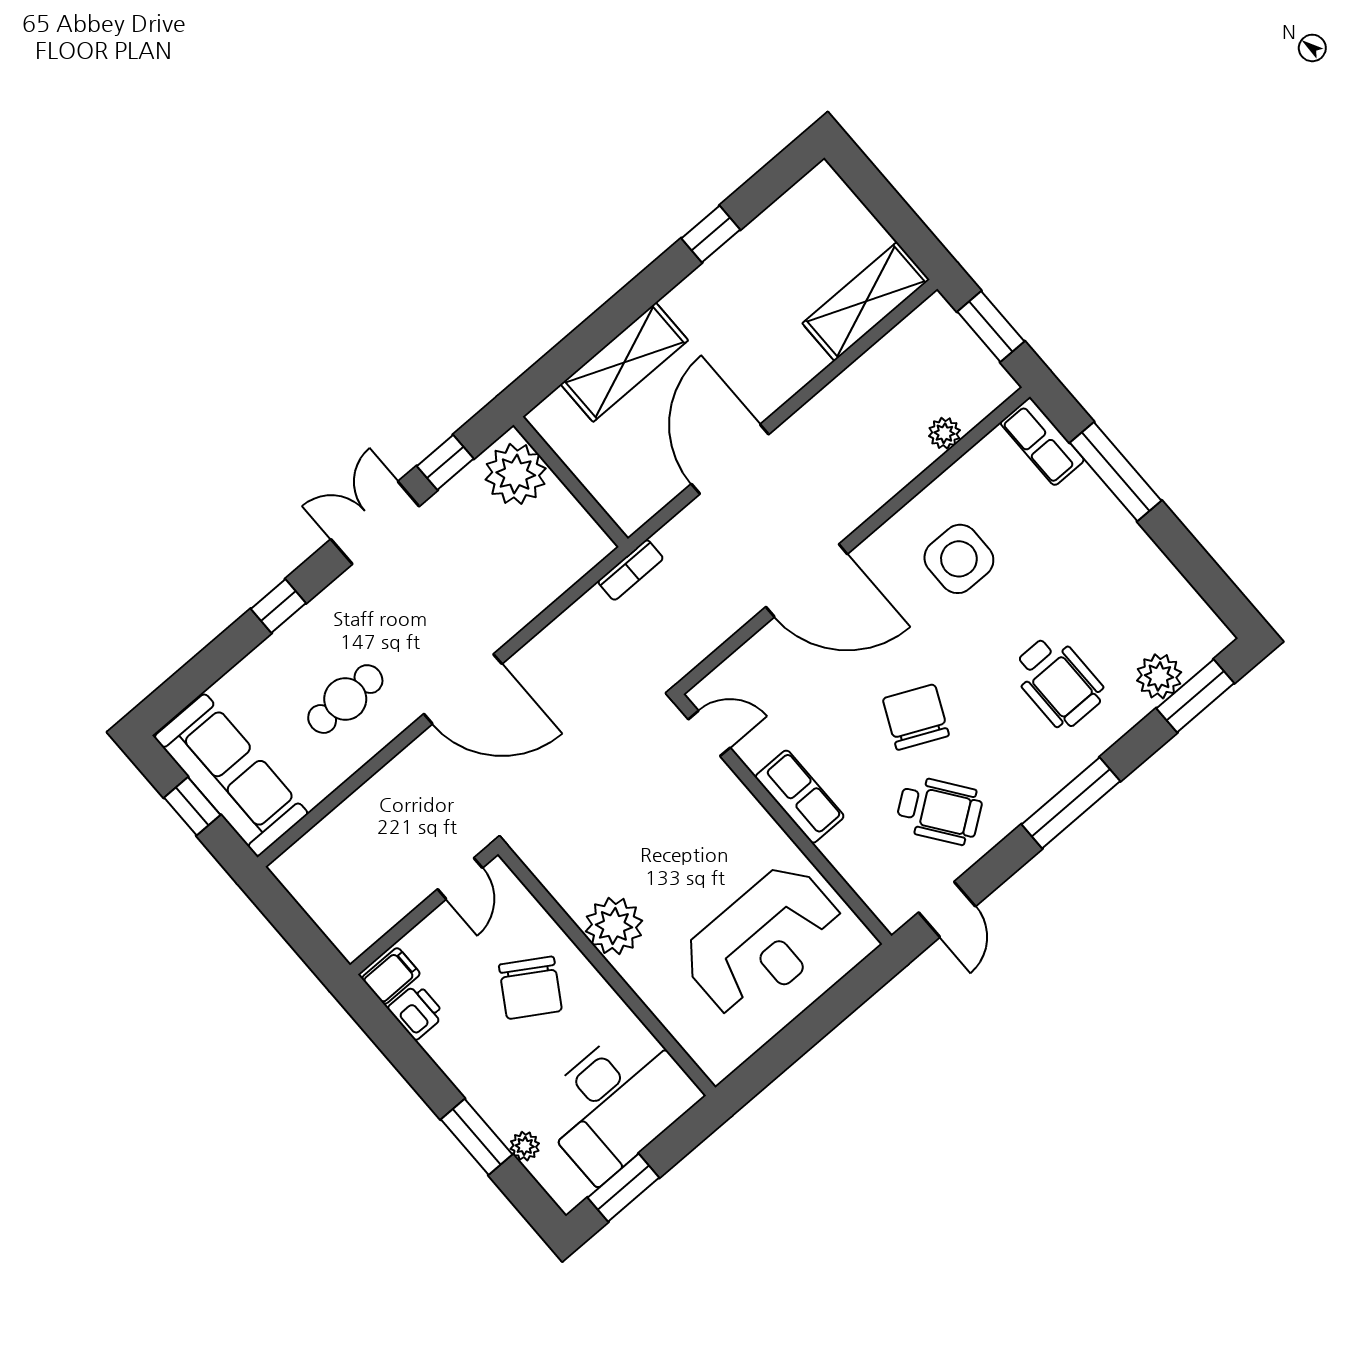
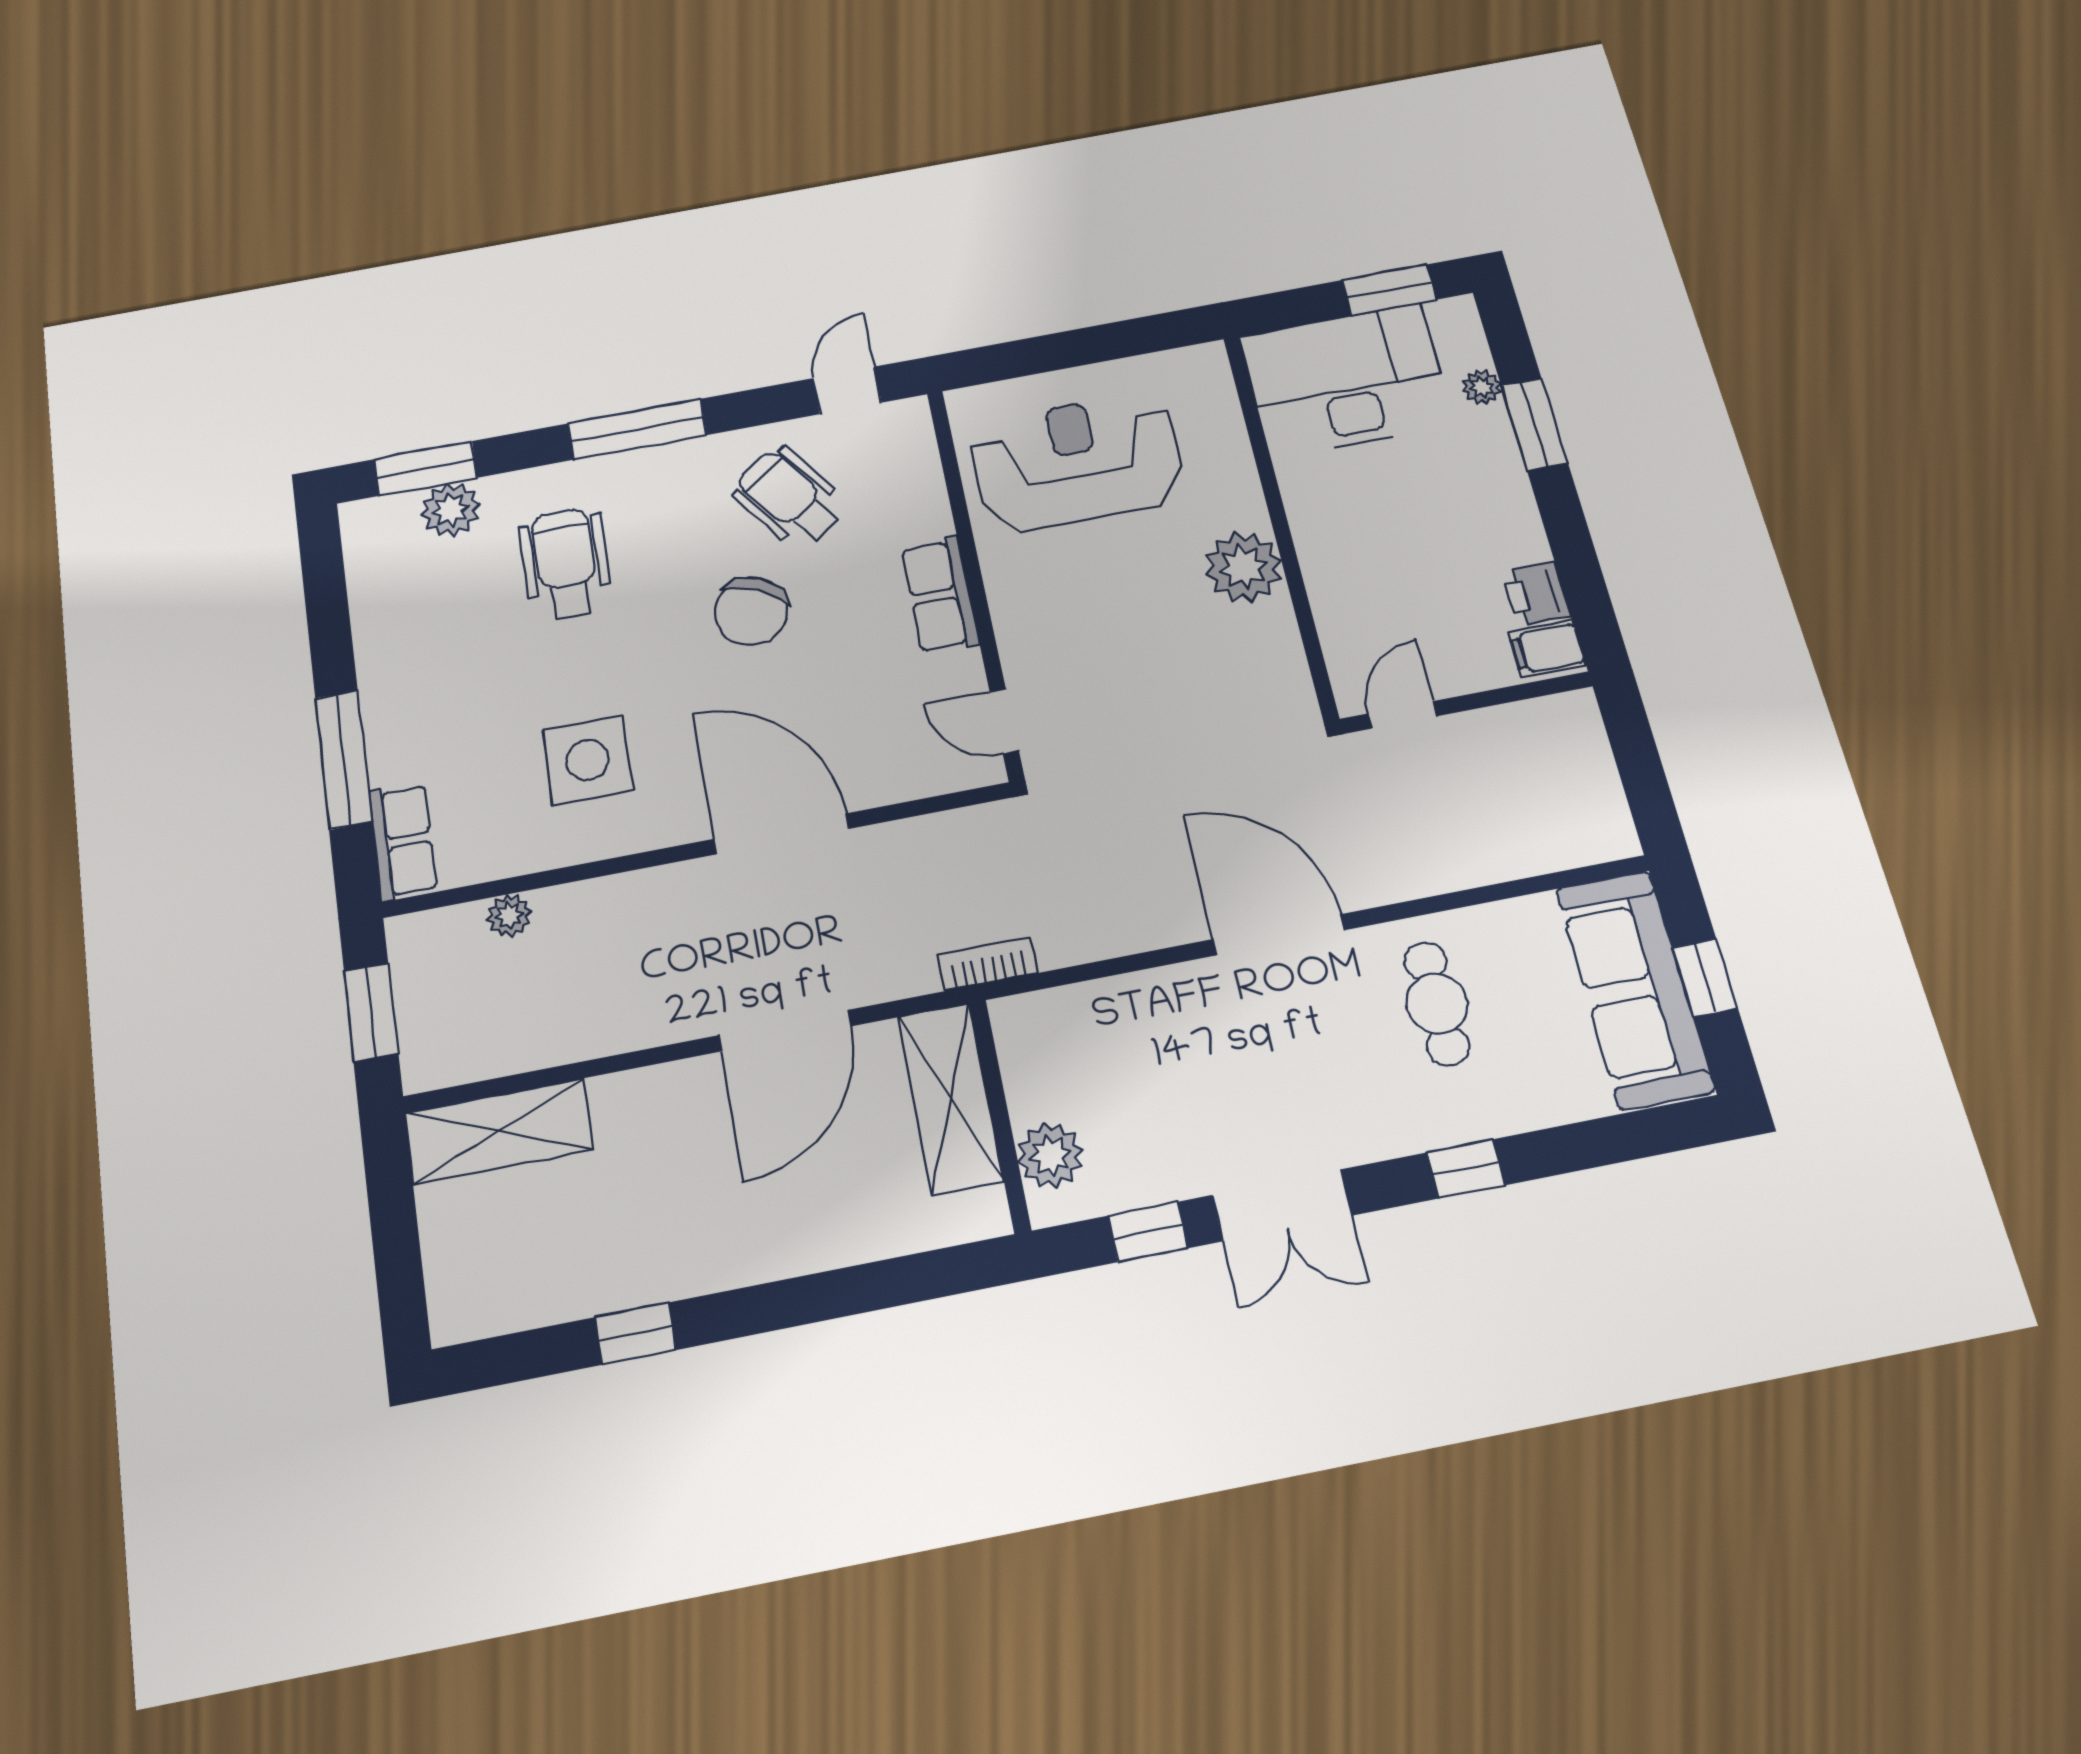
shelving: (624, 362) -> (951, 1098), moved, turned 90
plant: (516, 474) -> (1050, 1155), width x0.73, depth x0.73
cafe table: (345, 699) -> (1437, 1003), turned 90
chair: (530, 988) -> (1382, 551), removed

